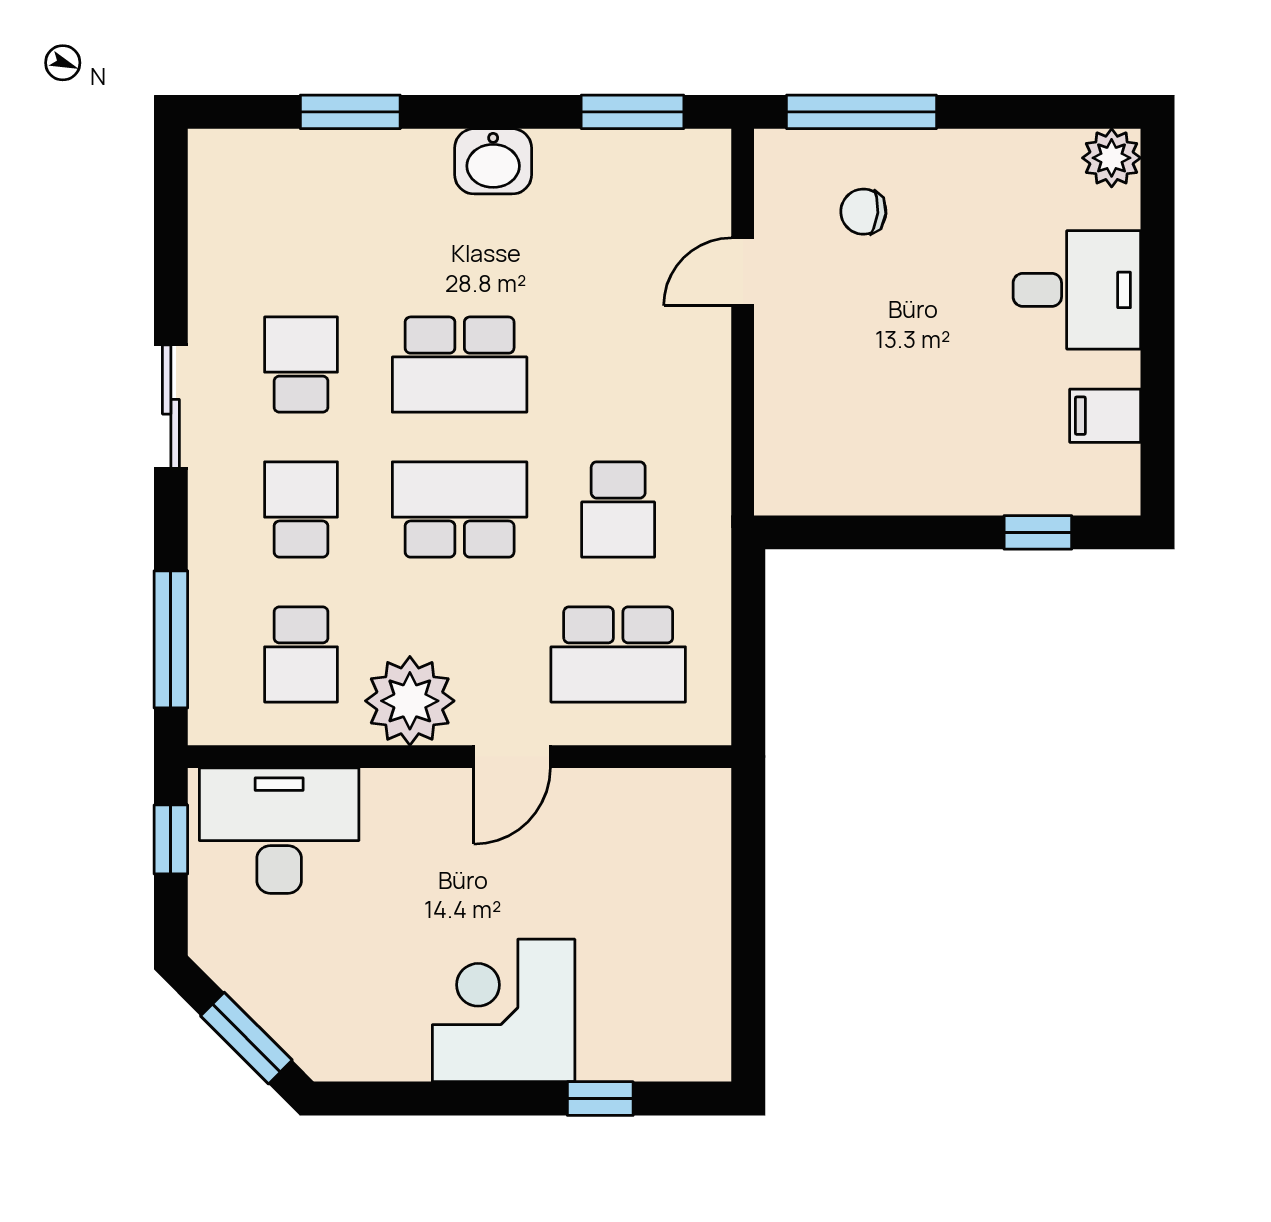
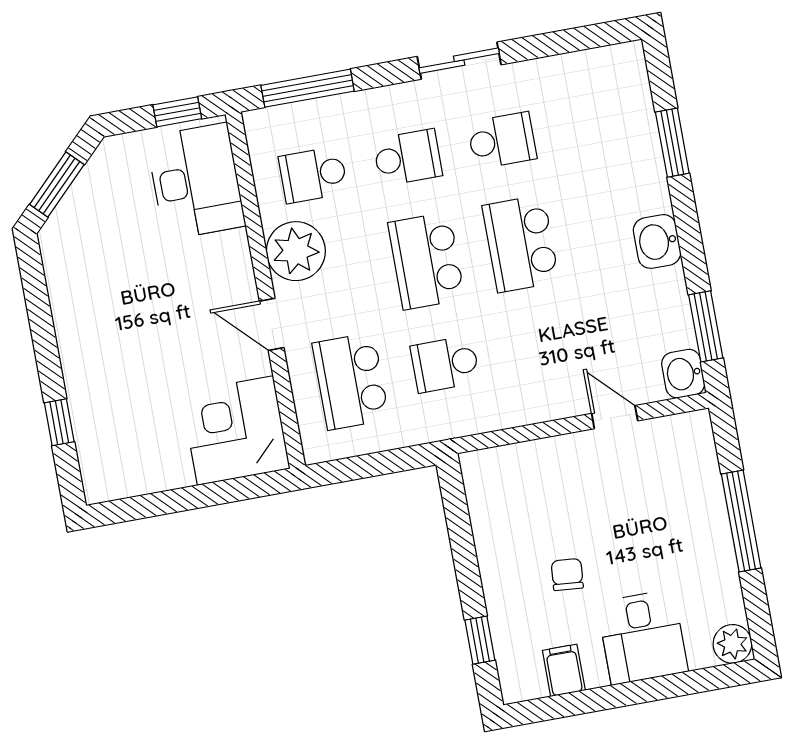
window: (861, 112) -> (741, 521), moved
washbasin: (697, 158) -> (683, 374), added
chair: (863, 212) -> (567, 575), moved
school desk: (460, 510) -> (426, 261), turned 180
corner desk: (504, 1010) -> (235, 431), moved, turned -90

